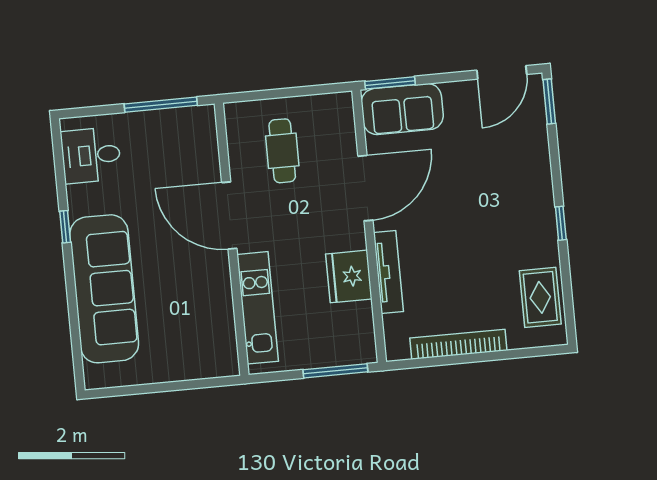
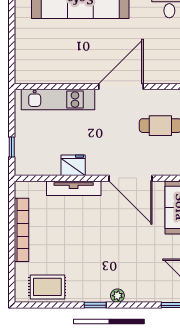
plant: (543, 191) -> (117, 296), added
fridge: (349, 276) -> (73, 165), width x0.73, depth x0.75
window: (335, 371) -> (12, 147), width x0.46

